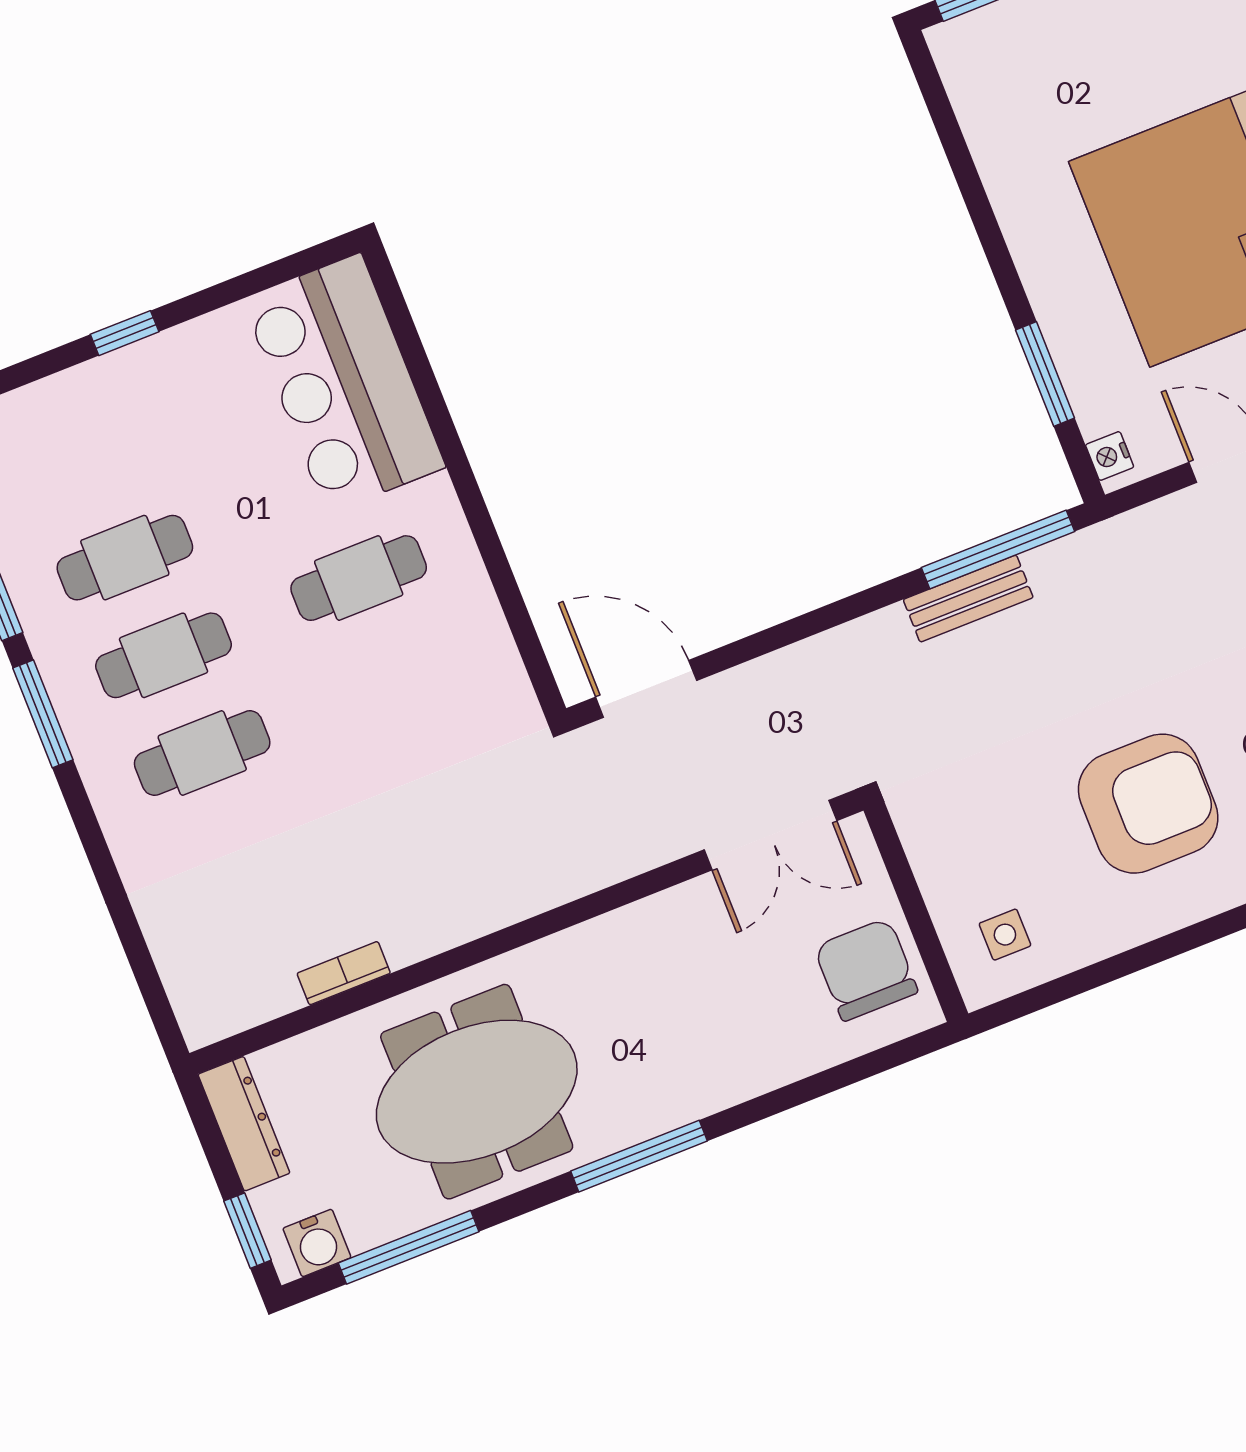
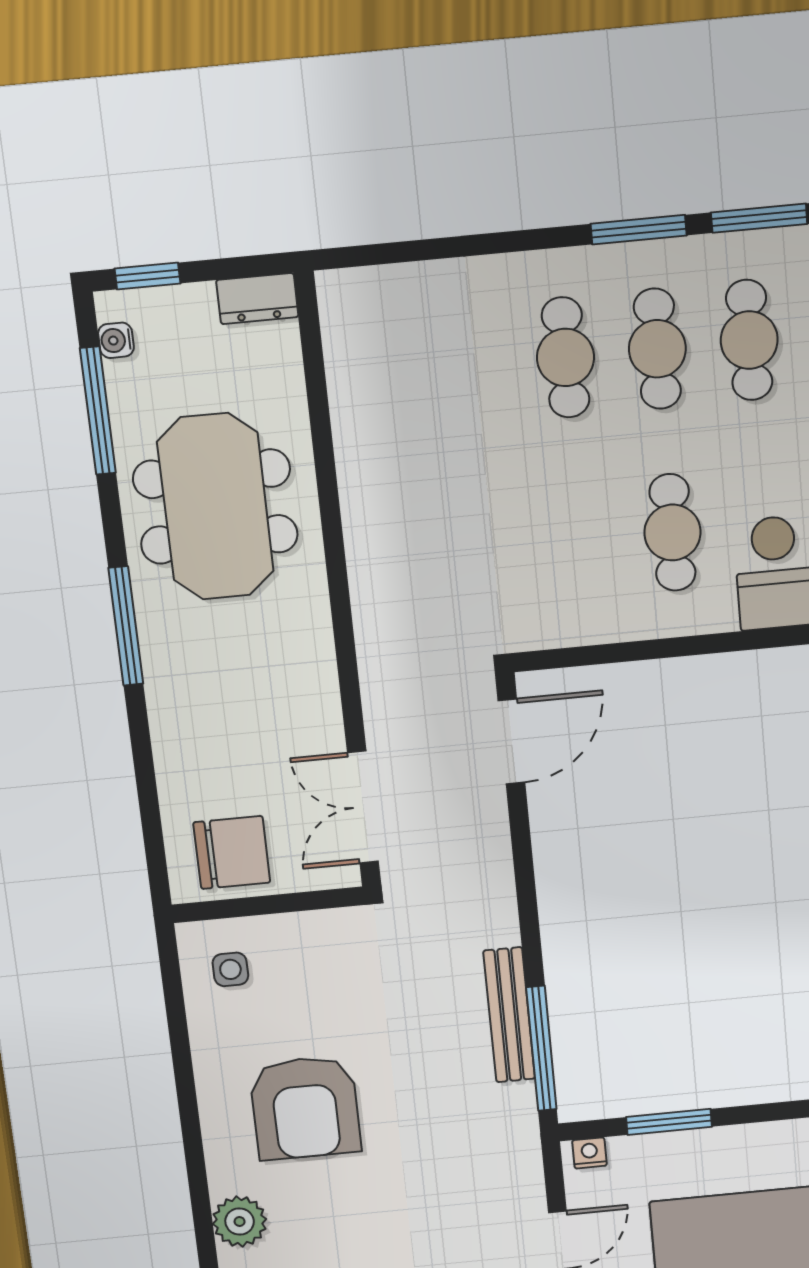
bench: (968, 599) -> (509, 1015), width x1.36
bookcase: (344, 973) -> (346, 423), removed
dresser: (244, 1124) -> (257, 299), width x0.70
water cooler: (317, 1243) -> (116, 340), width x0.72, depth x0.72

